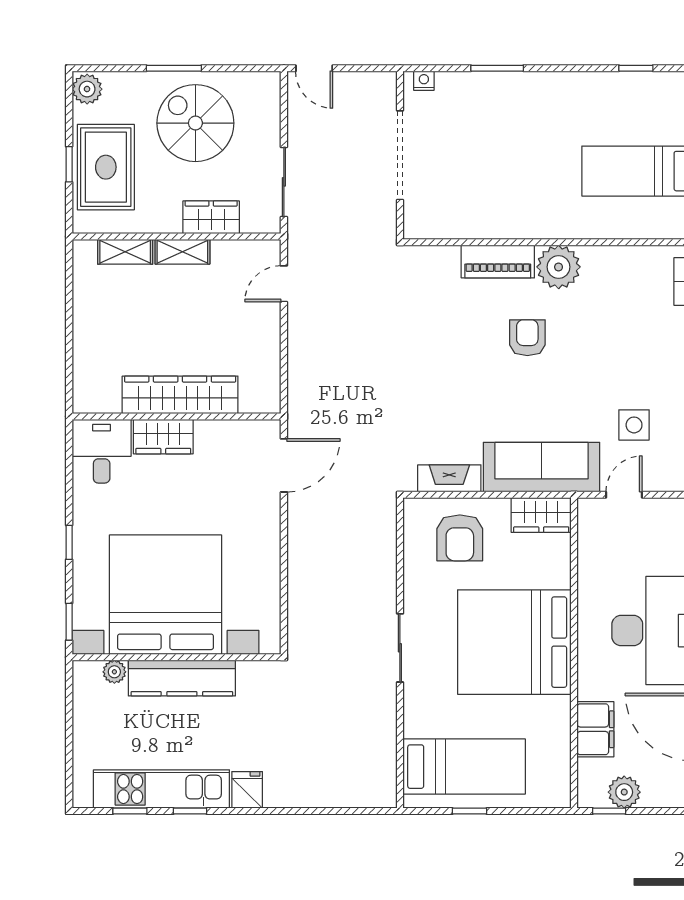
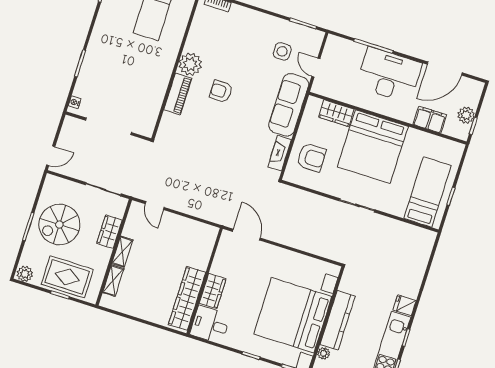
wardrobe: (180, 395) -> (187, 298), moved
wardrobe: (541, 515) -> (336, 113), moved, turned 90

